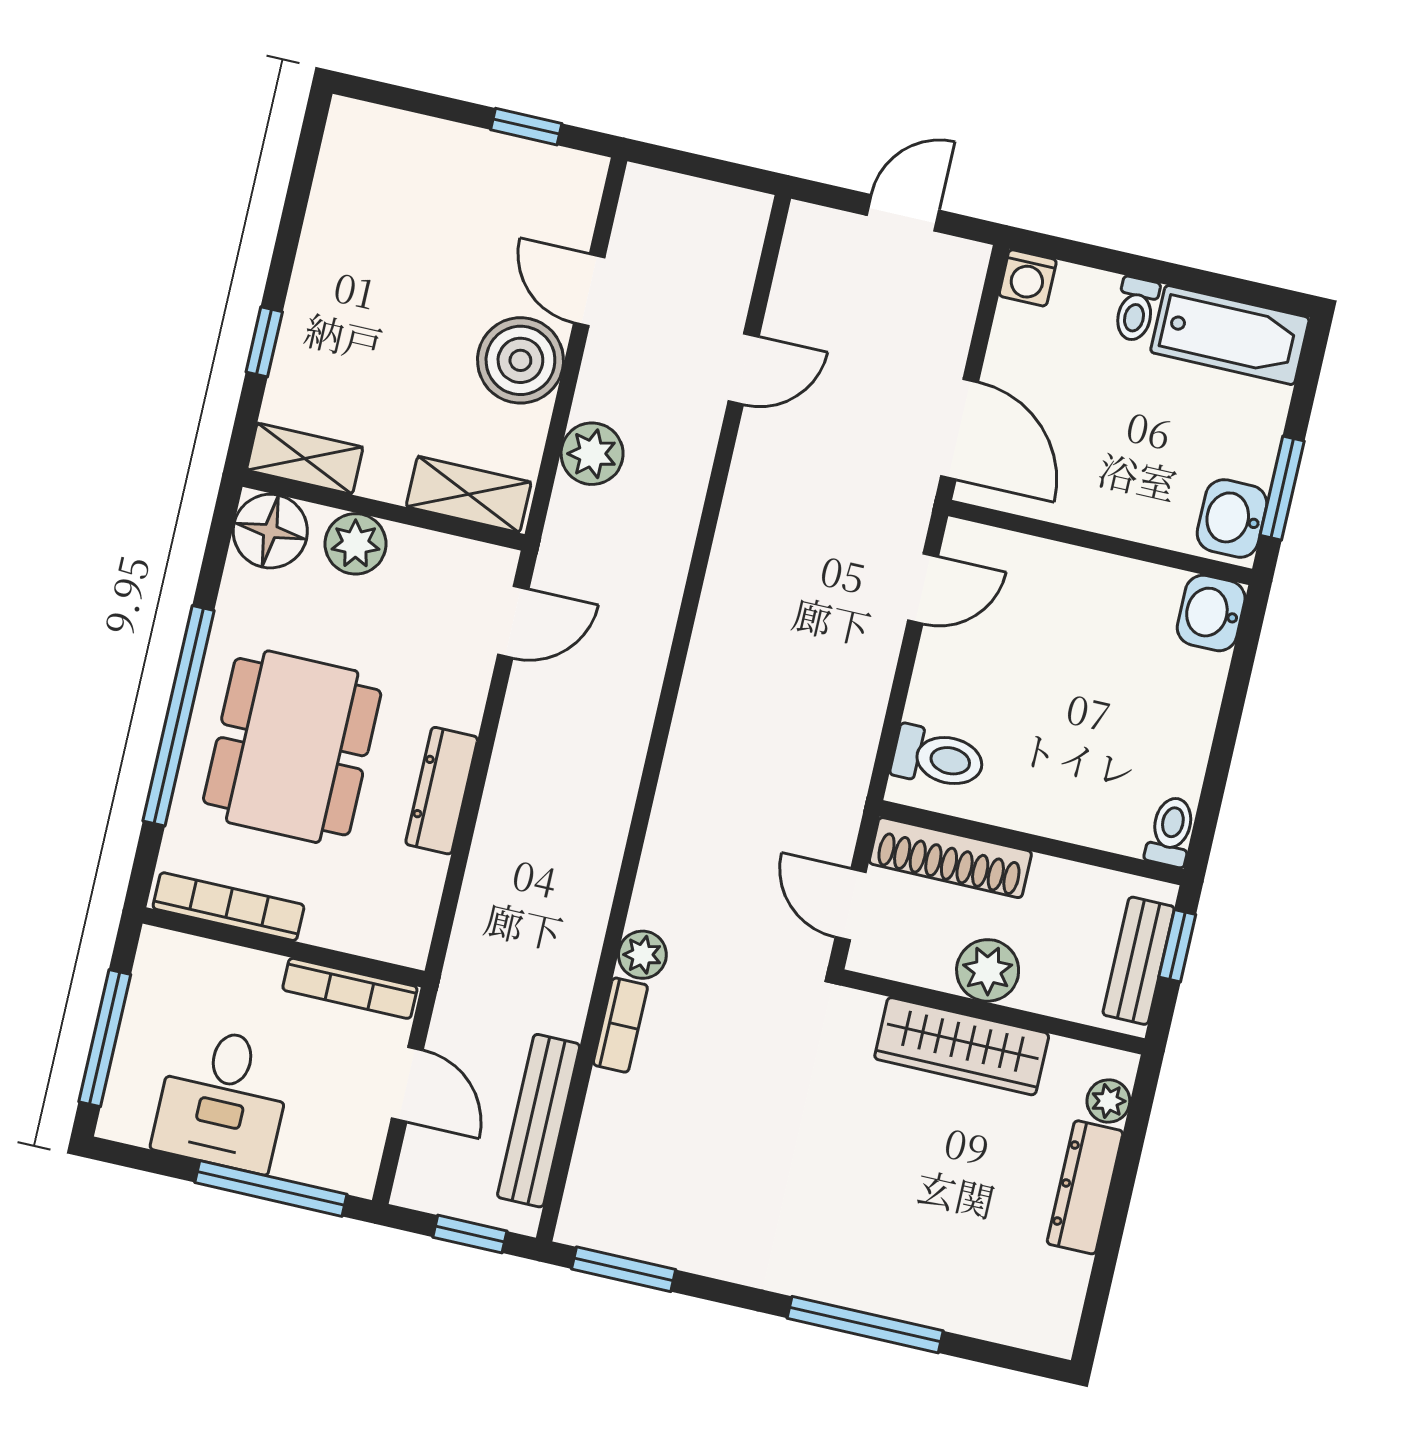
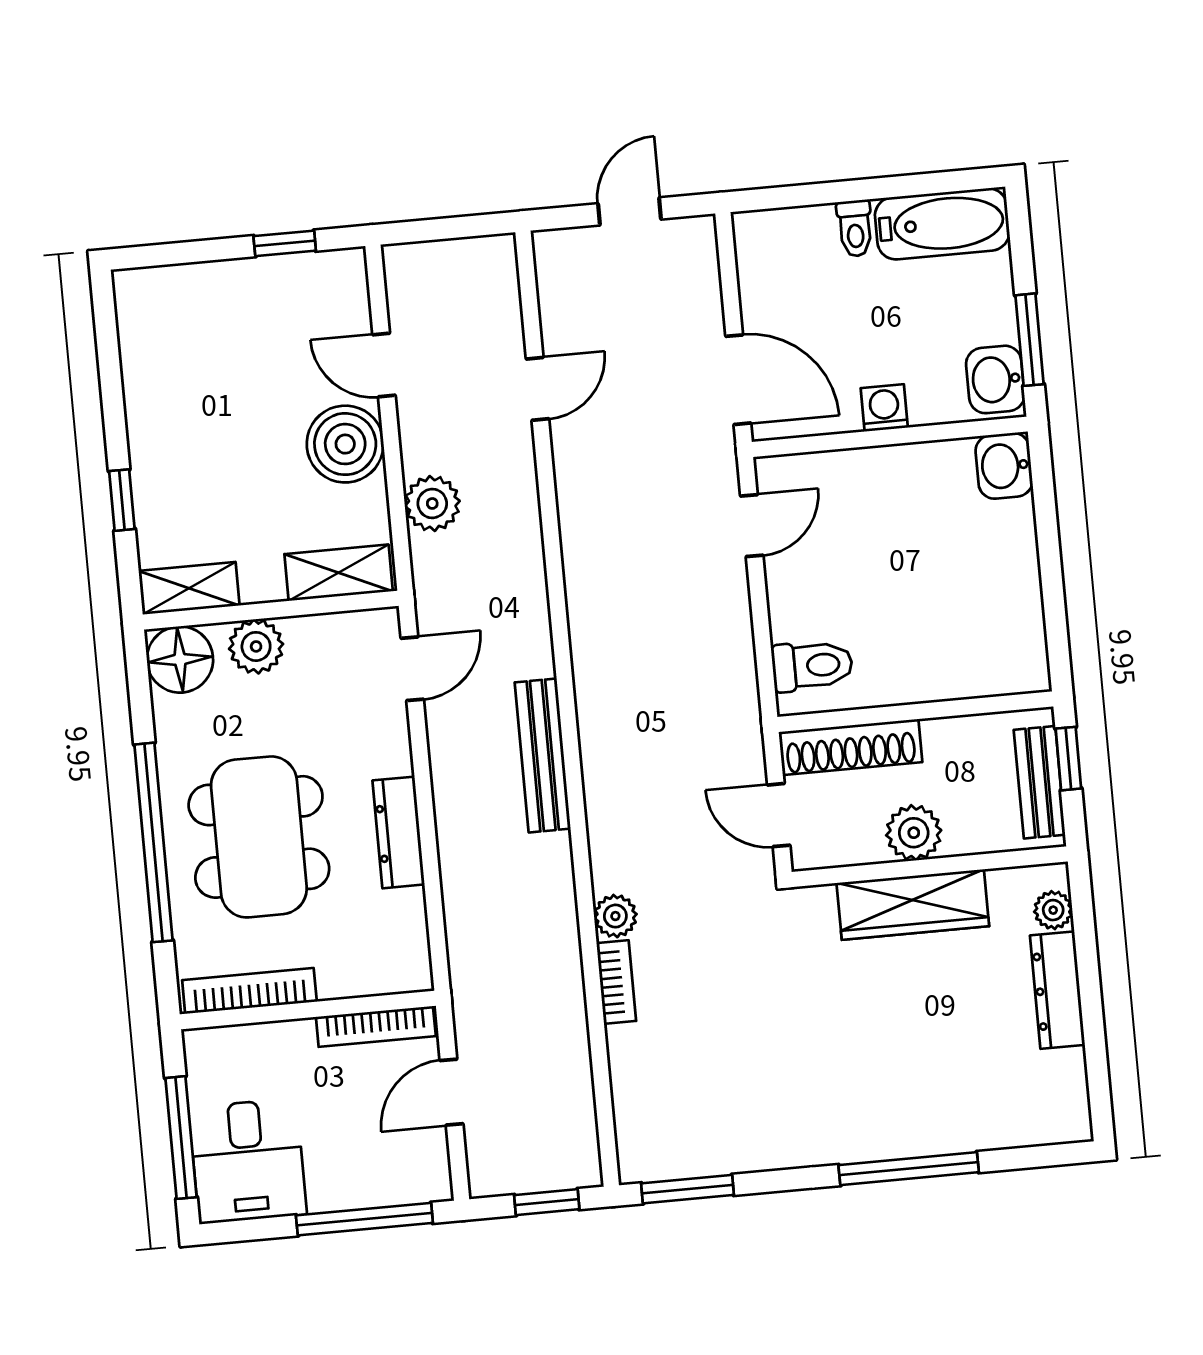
washing machine: (1028, 278) -> (884, 408), moved, turned 180
toilet: (1171, 831) -> (1031, 663), removed
door: (407, 1084) -> (451, 1092), swing flipped
desk: (223, 1099) -> (248, 1161), moved
bench: (539, 1121) -> (543, 755), moved

